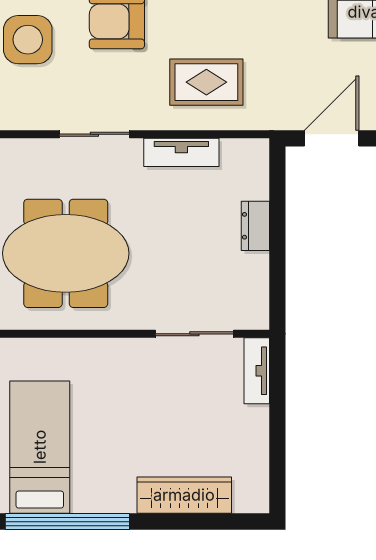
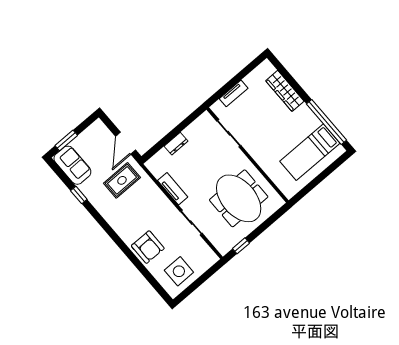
rug: (206, 82) -> (122, 180), moved, turned 90
door: (332, 138) -> (126, 143), hinge flipped
tv unit: (257, 371) -> (234, 93), moved

